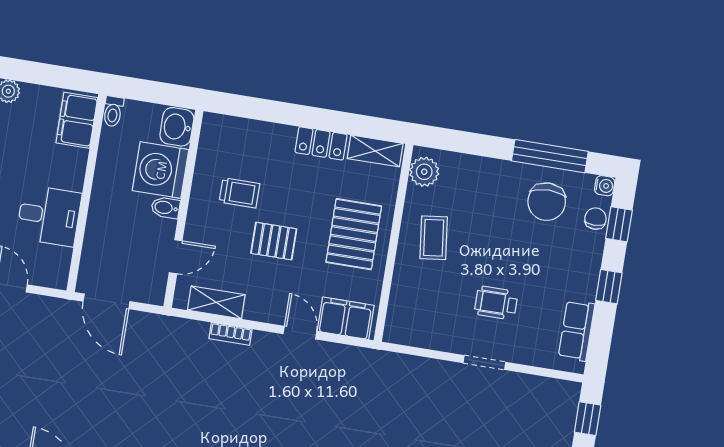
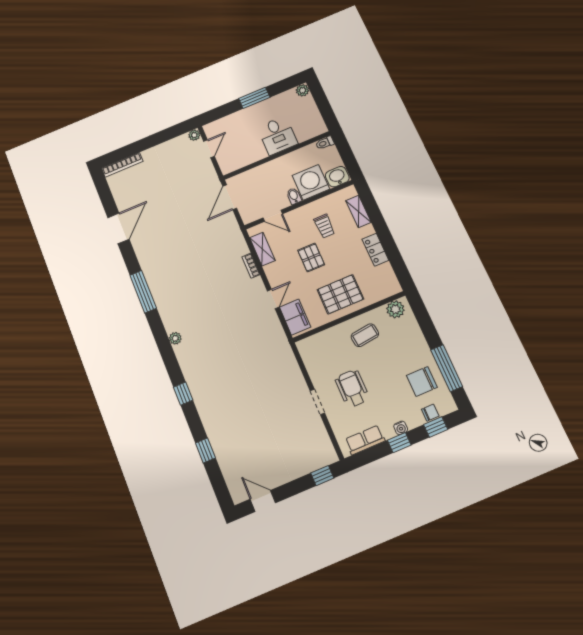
filing cabinet: (77, 120) -> (309, 129), removed
shelving: (375, 151) -> (358, 211), moved
water cooler: (605, 186) -> (401, 428), moved
desk: (49, 216) -> (277, 136), moved
wheelchair: (496, 303) -> (352, 388), width x1.36, depth x1.37

